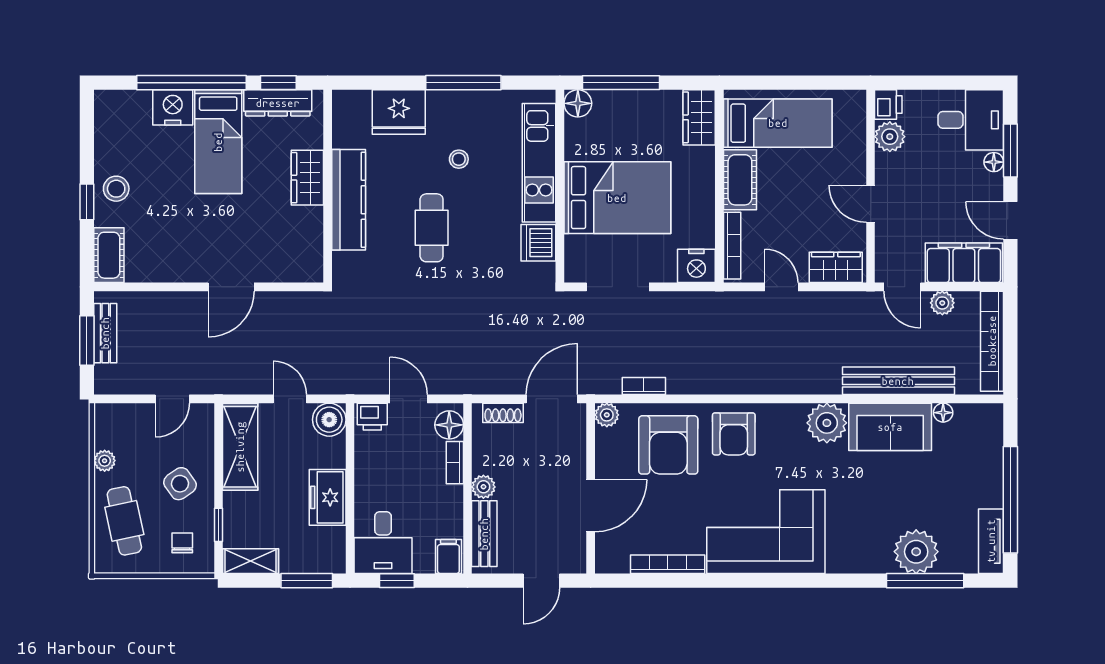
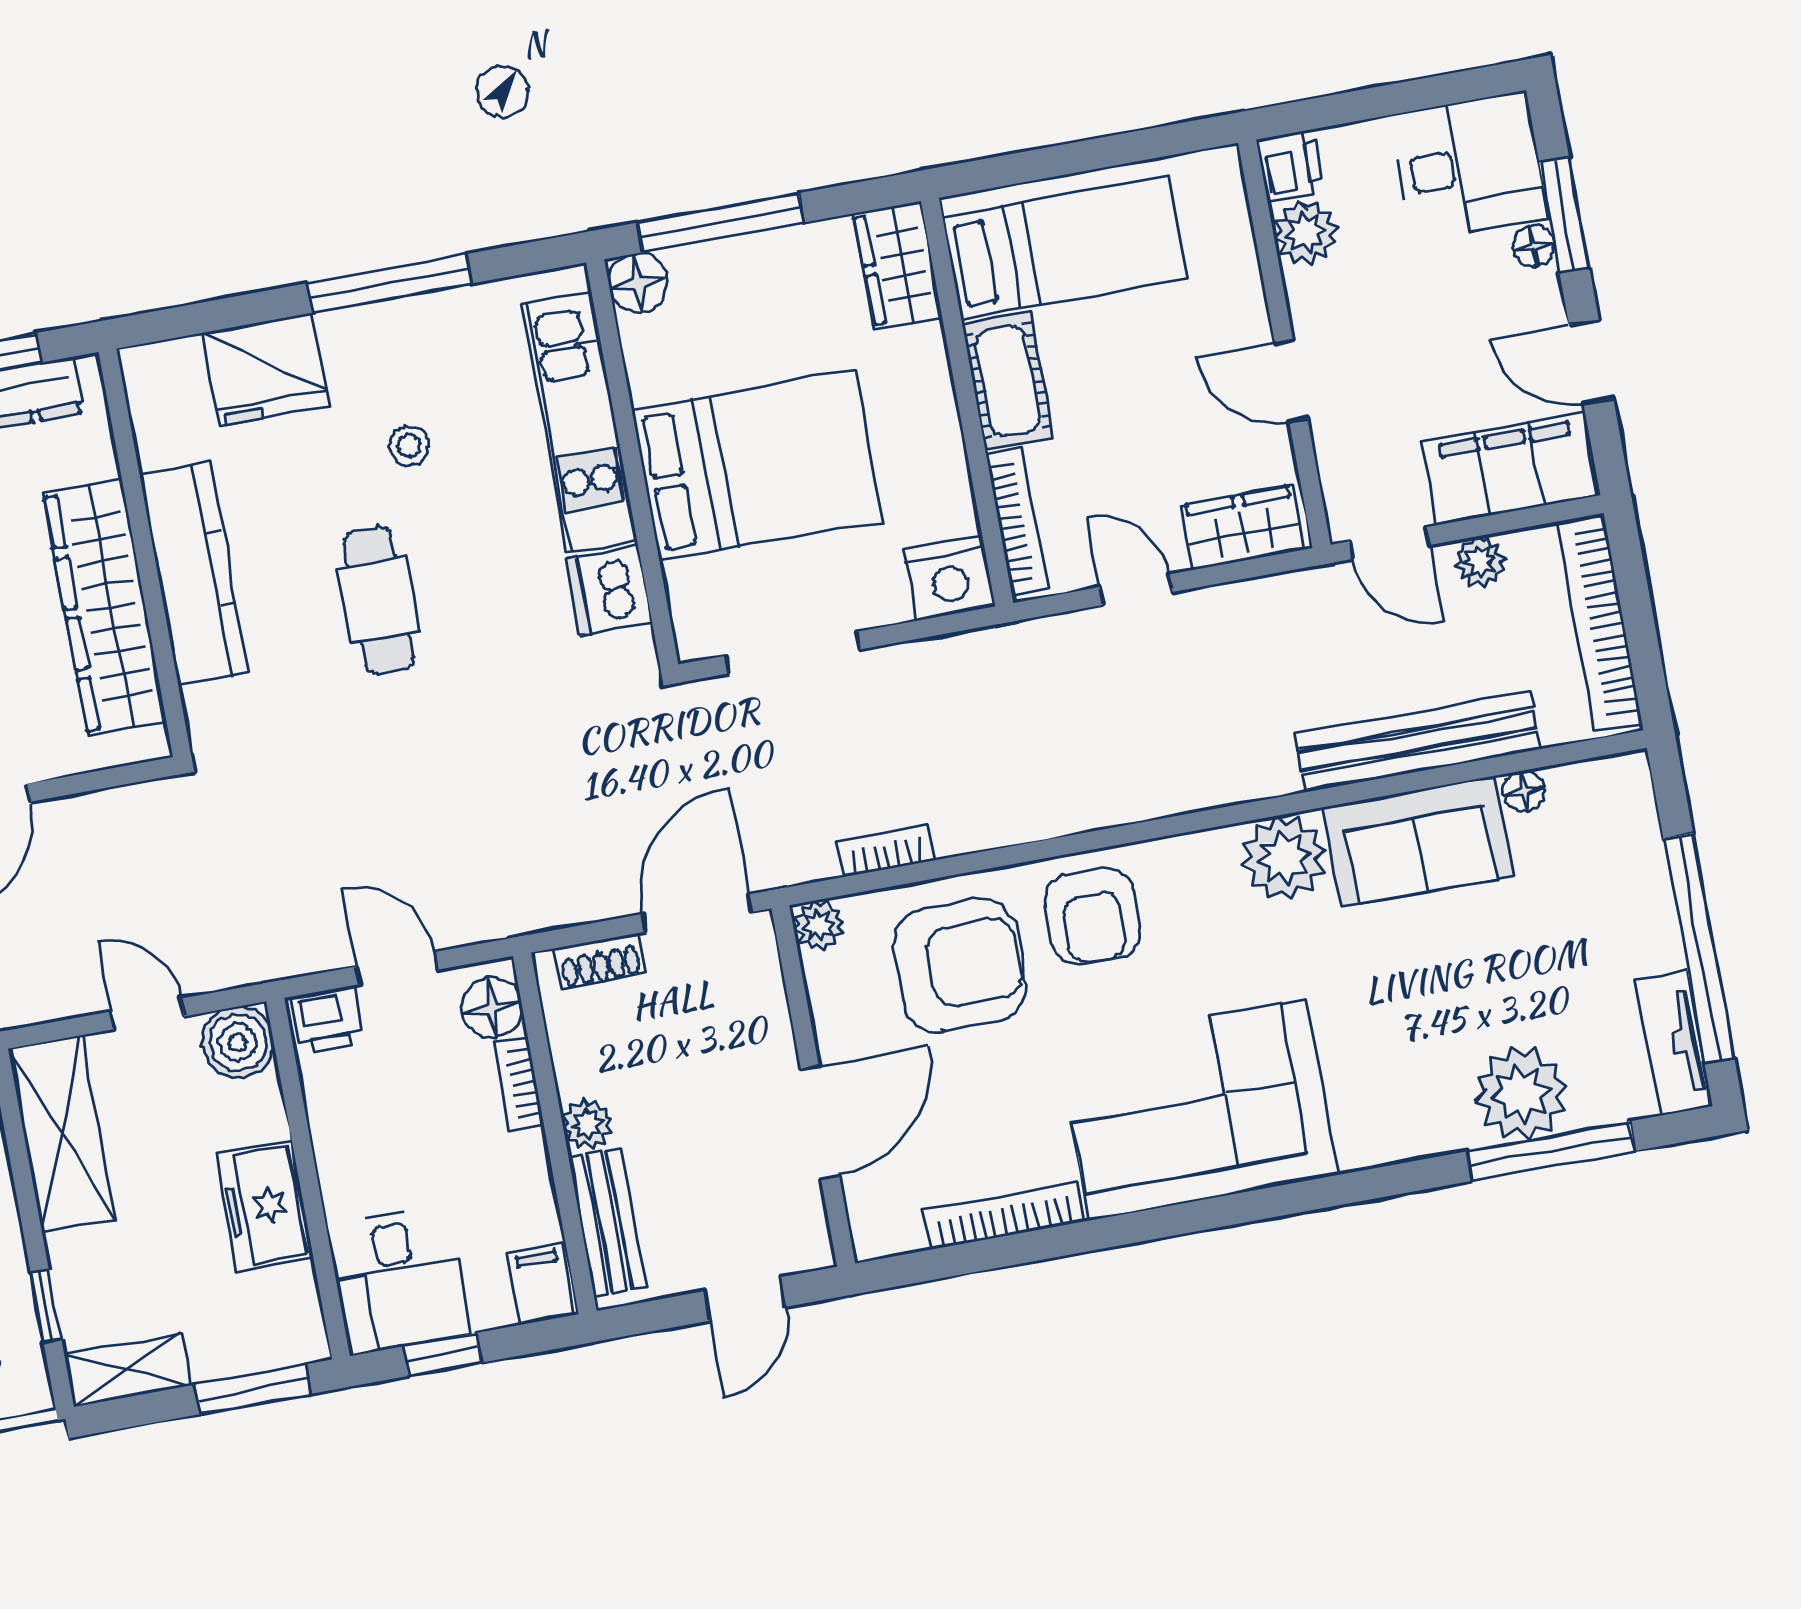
wardrobe: (307, 178) -> (105, 608), width x2.10, depth x1.17
armchair: (668, 445) -> (959, 965), turned -90

